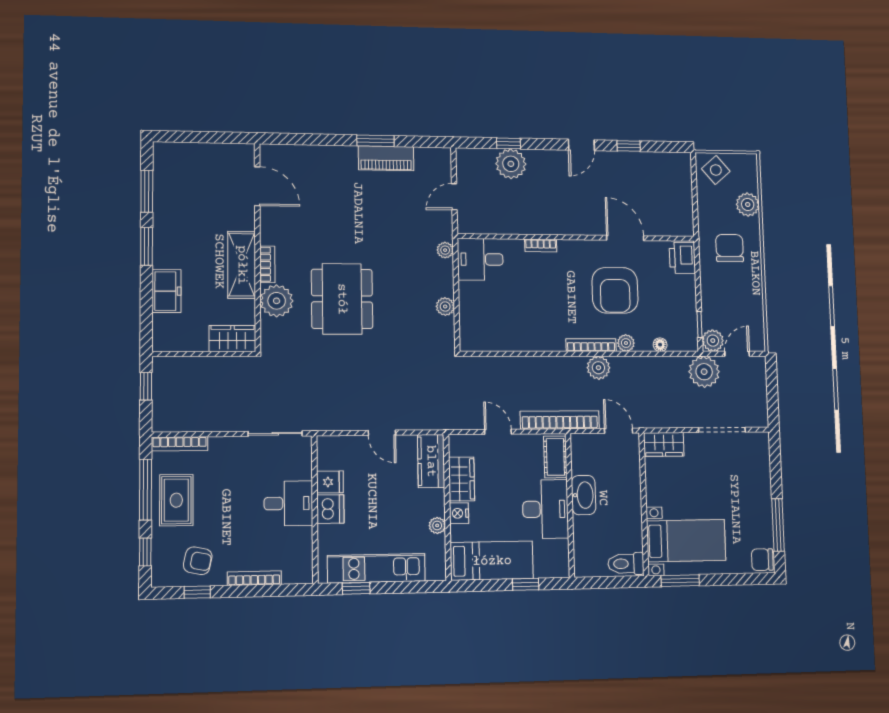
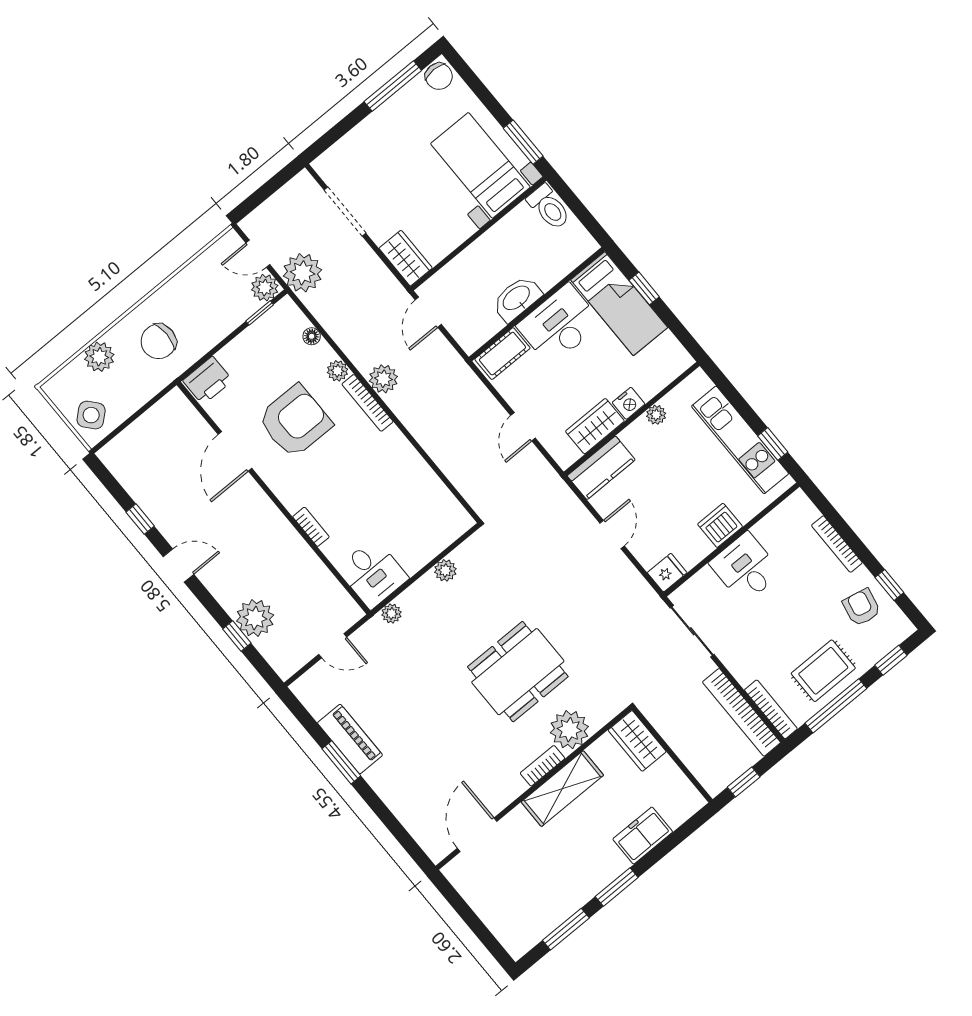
bookcase: (560, 420) -> (742, 712), moved
fridge: (330, 482) -> (667, 573), moved, turned 90
bed: (492, 561) -> (619, 304), moved, turned 180

